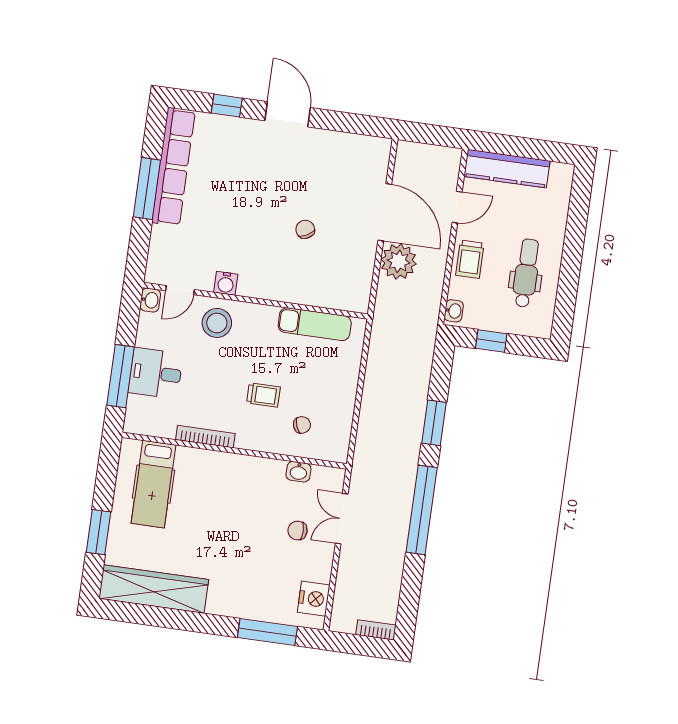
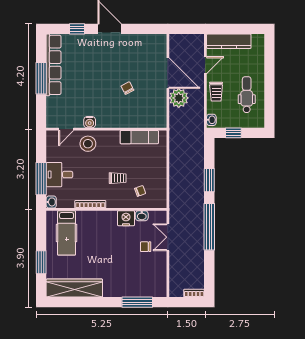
washbasin: (150, 300) -> (51, 202), moved
nightstand: (314, 599) -> (126, 218), moved, turned -90

